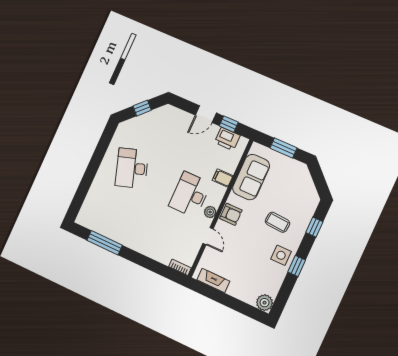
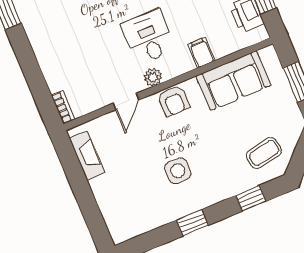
desk: (190, 195) -> (148, 37), width x0.73
coffee table: (277, 222) -> (264, 153), moved, turned 75
side table: (281, 255) -> (178, 171), moved
plant: (265, 303) -> (121, 230), removed

